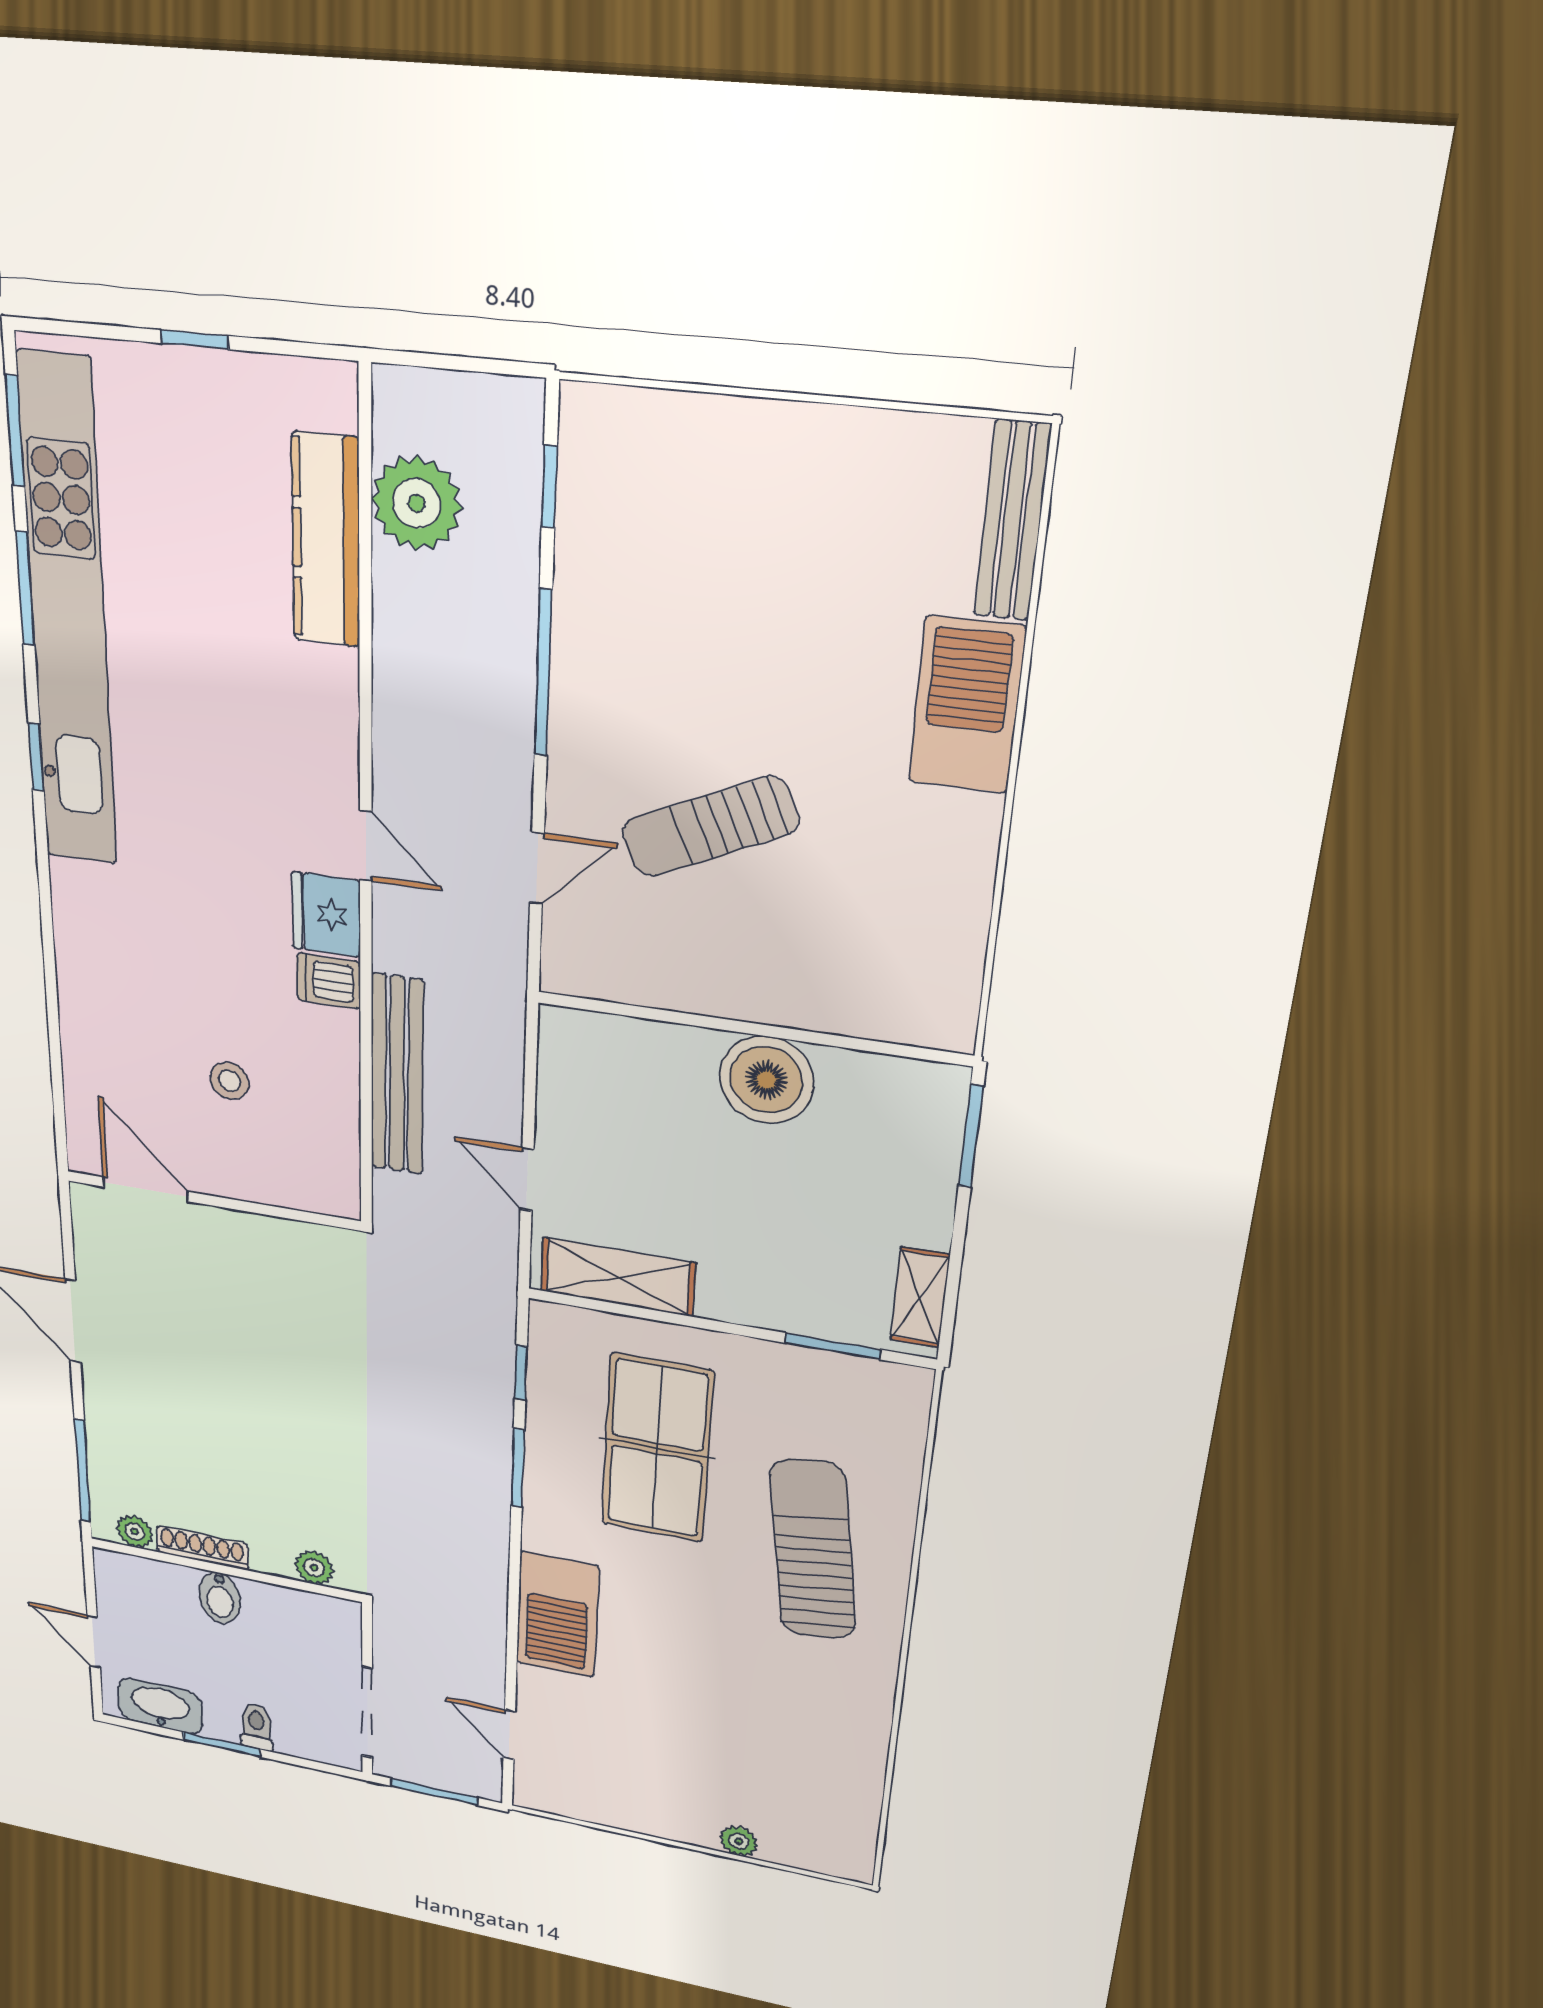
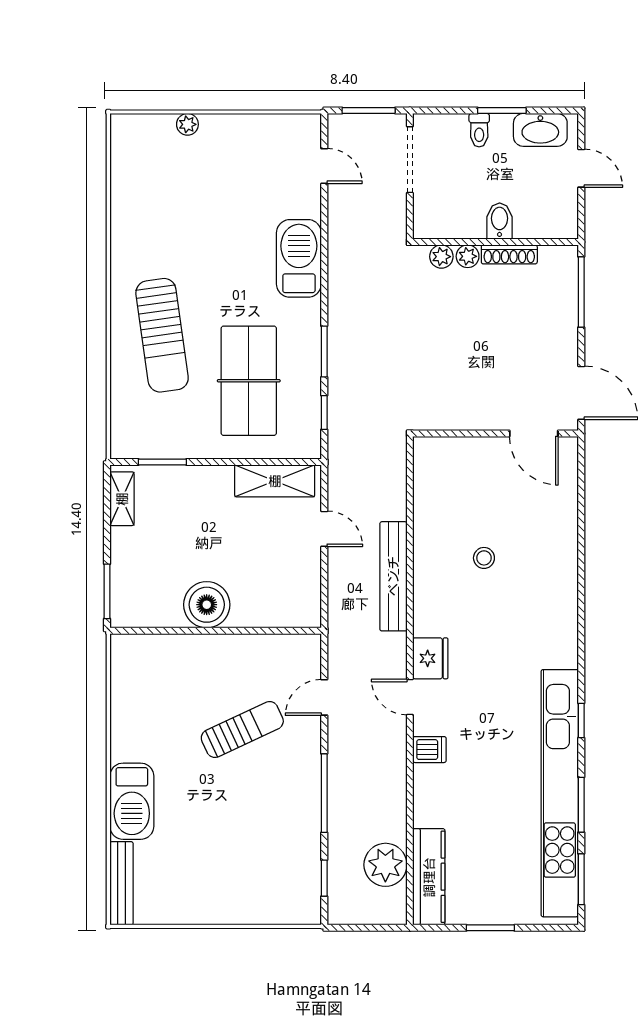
window: (194, 340) -> (490, 928), width x1.50
kitchen counter: (326, 540) -> (429, 877), moved
dishwasher: (329, 981) -> (429, 750), moved
door: (146, 1189) -> (534, 433), moved
wall: (213, 1201) -> (496, 433), moved
plant: (135, 1531) -> (468, 256), moved

